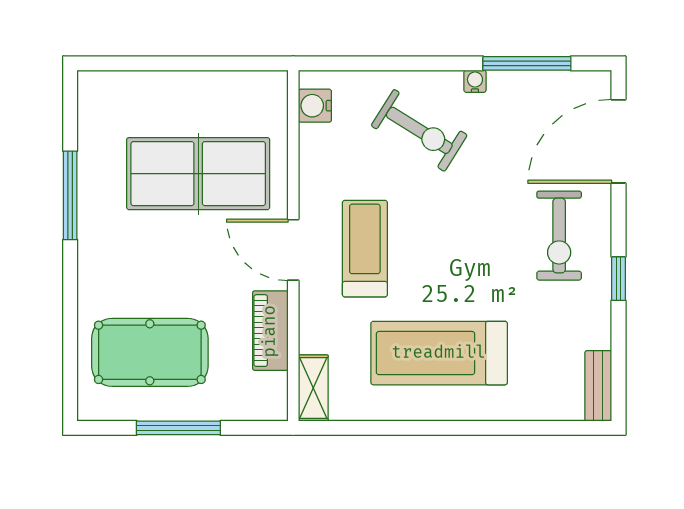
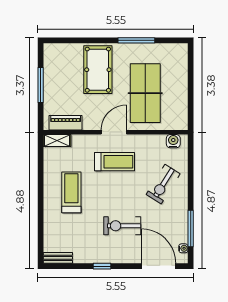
water cooler: (475, 81) -> (183, 248), moved
exercise bike: (559, 236) -> (122, 226), moved
piano: (270, 331) -> (66, 123), moved
pool table: (150, 352) -> (98, 70), moved
treadmill: (439, 353) -> (71, 192), width x0.73, depth x0.73

